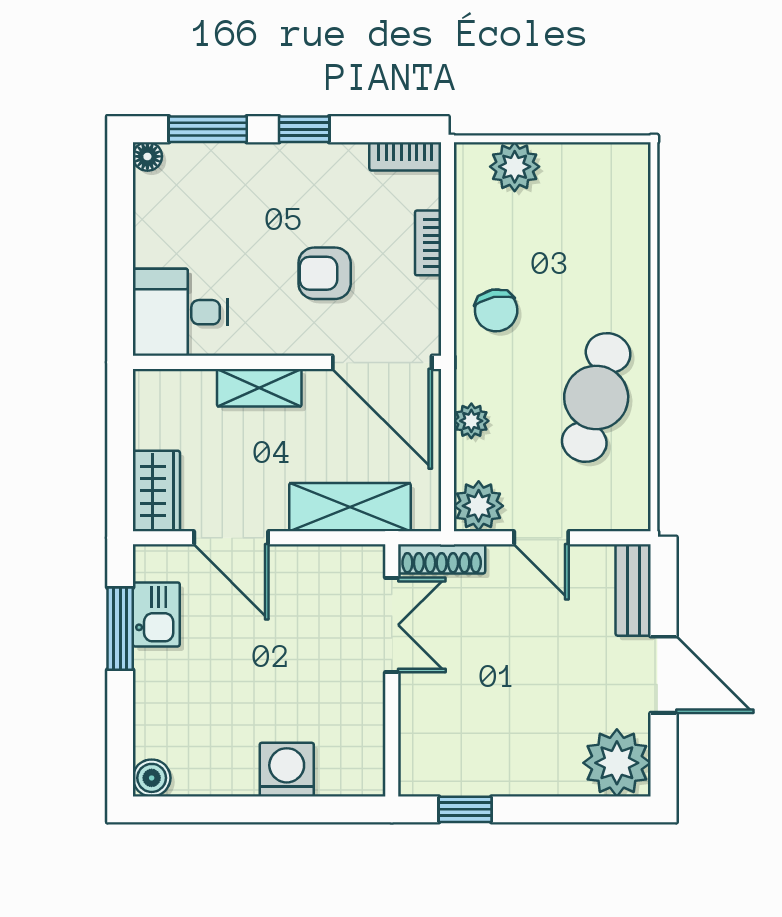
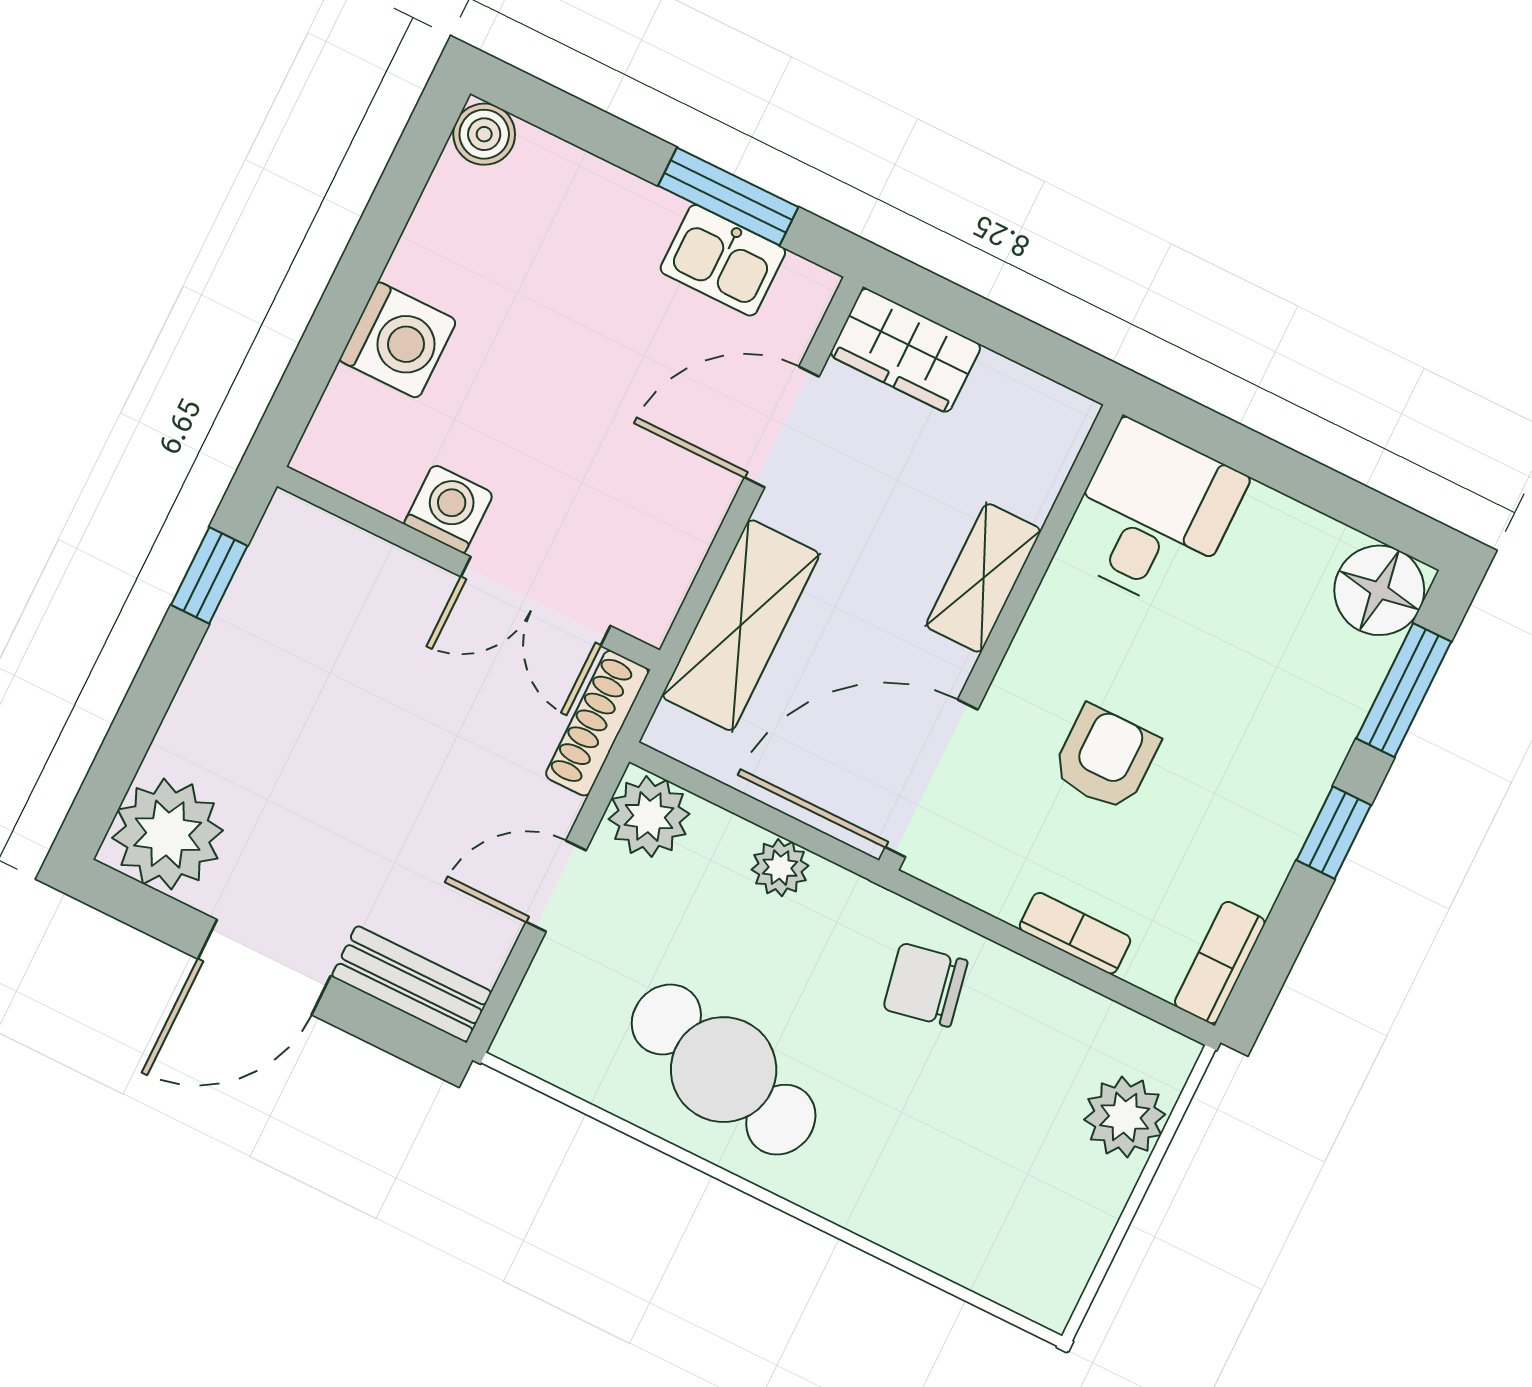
floor lamp: (147, 156) -> (1379, 590), width x1.89, depth x1.89
washing machine: (365, 697) -> (449, 509), added

